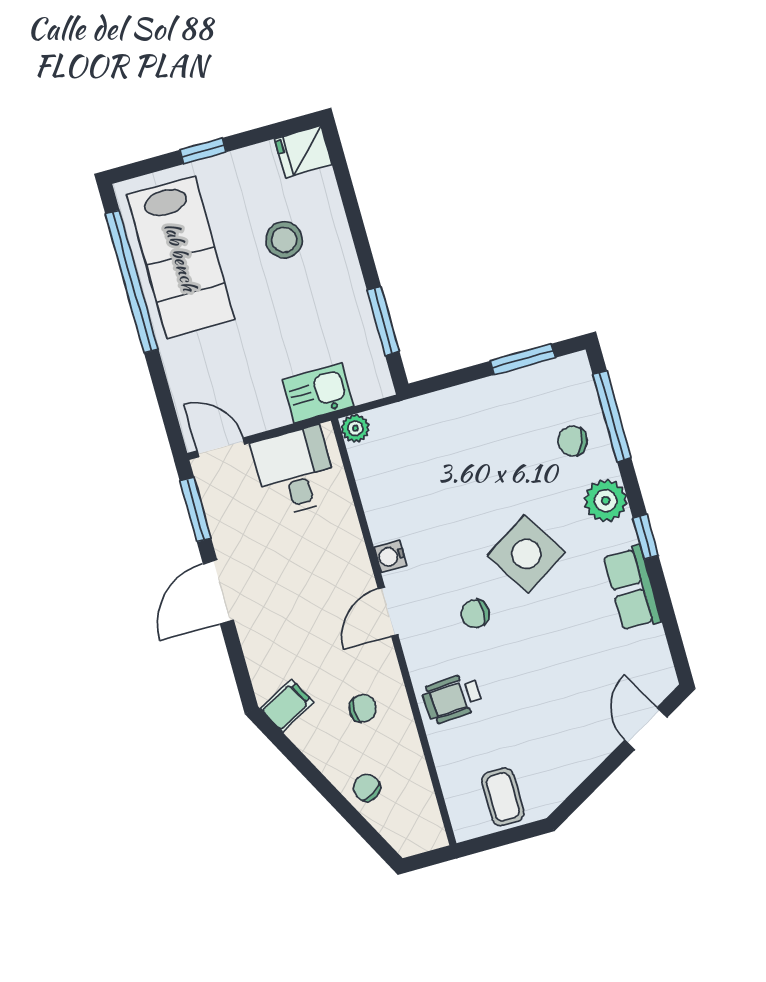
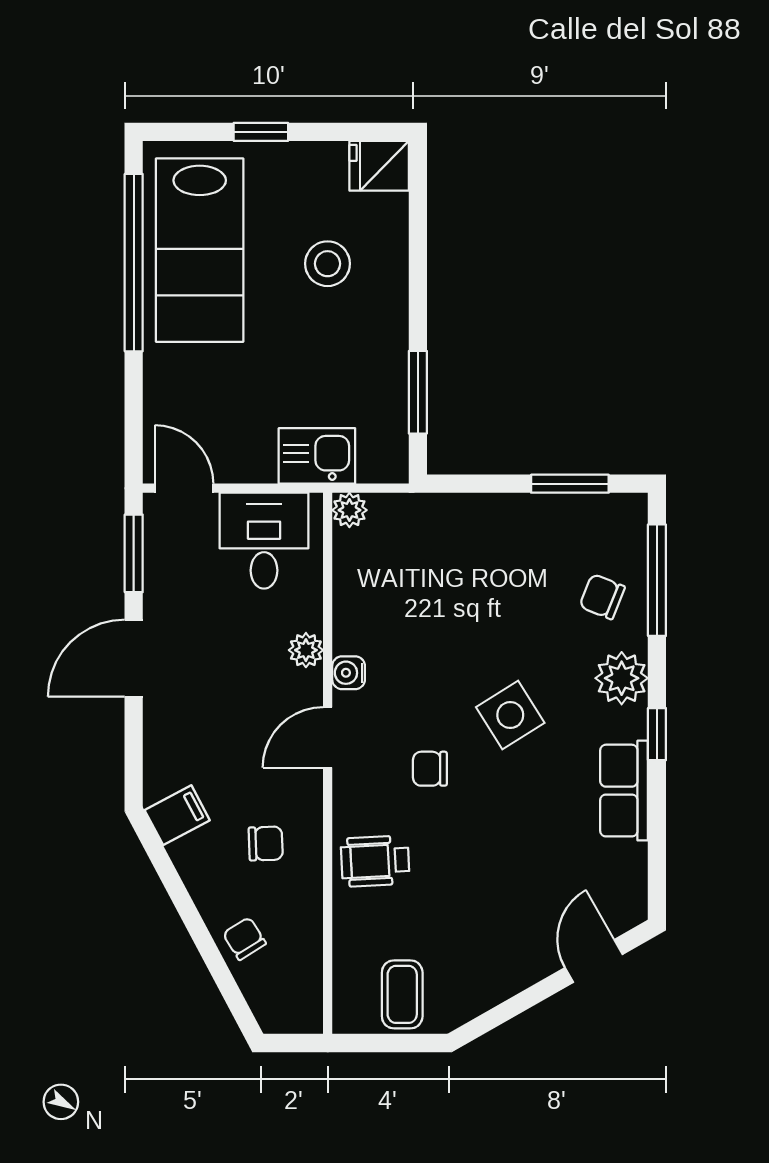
plant: (352, 548) -> (306, 650), added
side table: (526, 554) -> (510, 715), width x0.73, depth x0.73

